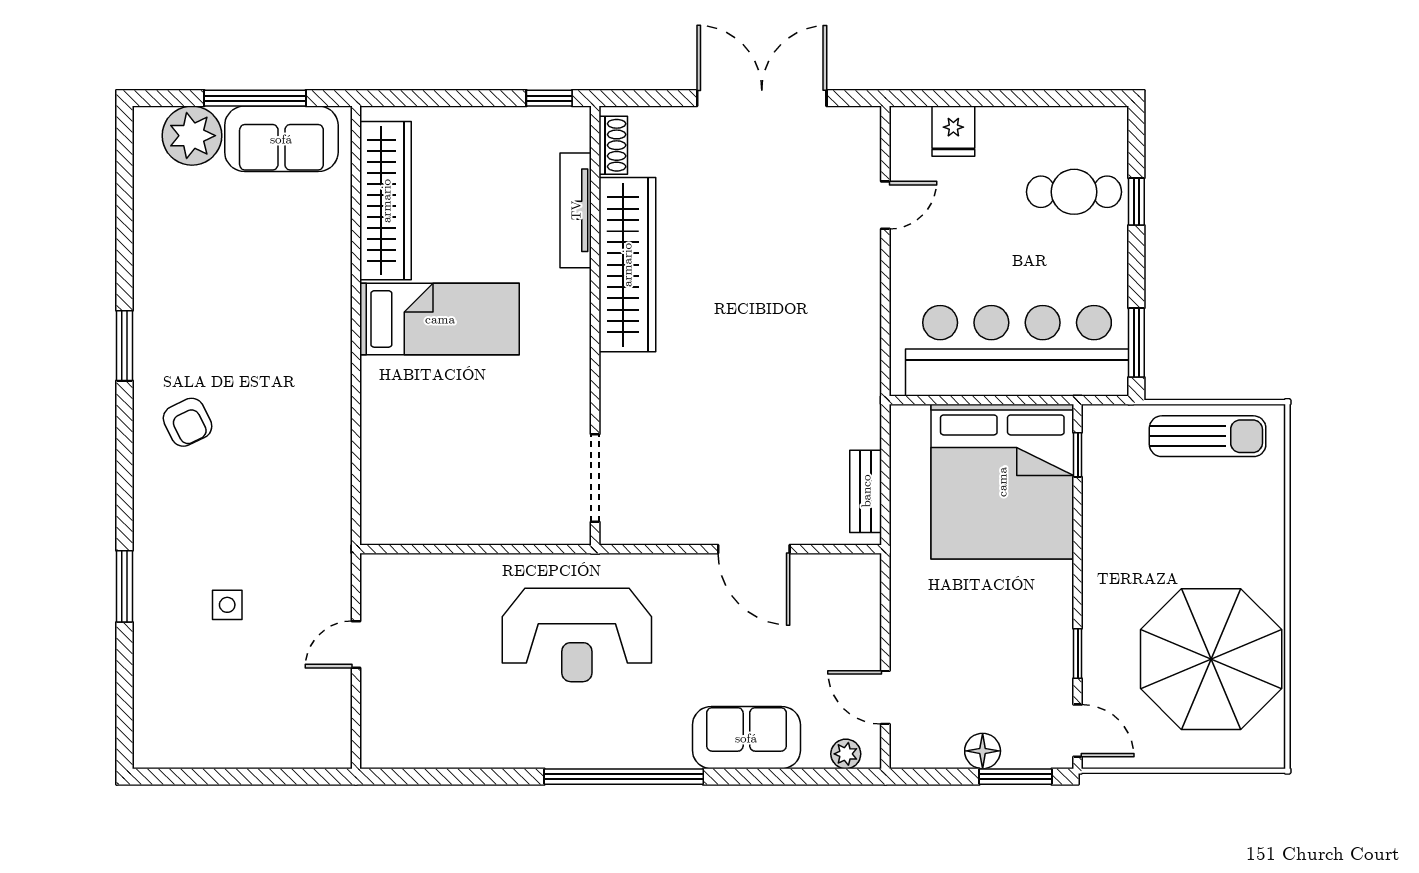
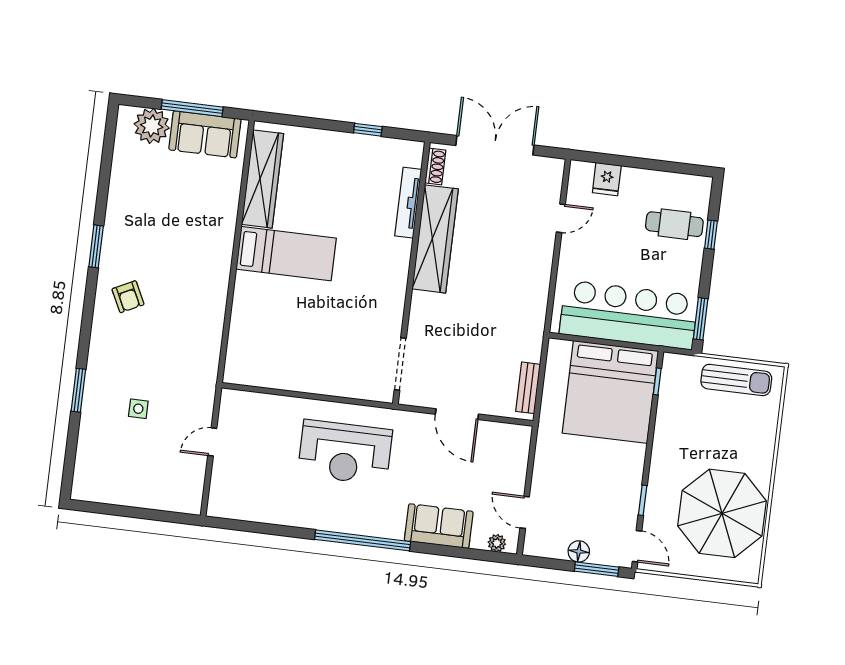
shoe rack: (613, 145) -> (435, 167), moved
tv unit: (576, 210) -> (408, 203), moved
wardrobe: (627, 265) -> (435, 239), moved
wall: (595, 326) -> (411, 273), moved
doorway: (595, 478) -> (400, 364), moved

